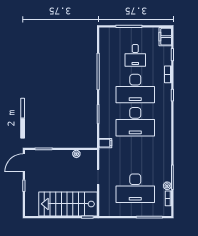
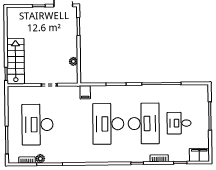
desk: (135, 89) -> (144, 123), turned 180
stairs: (68, 204) -> (16, 61), width x0.73, depth x0.66

